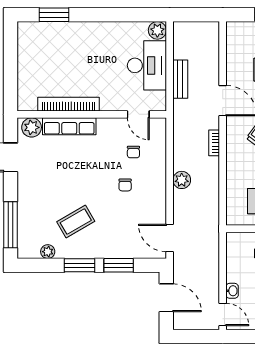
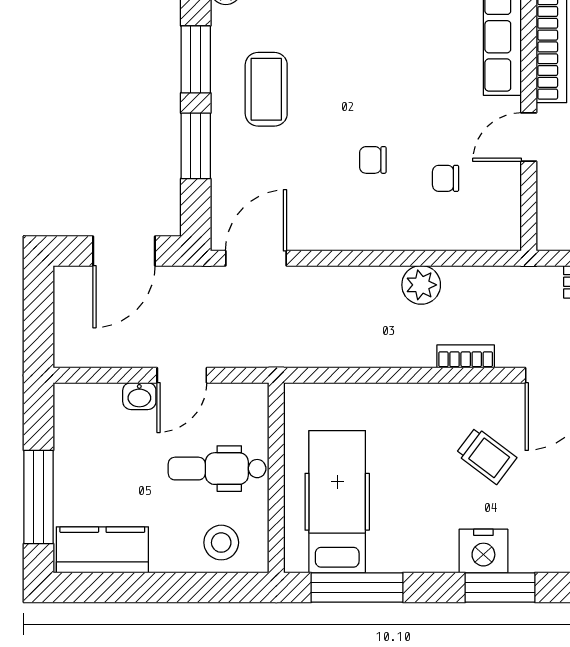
door: (138, 114) -> (529, 137), moved
plant: (182, 180) -> (421, 285), moved
coffee table: (76, 221) -> (266, 89), moved, turned 30
door: (223, 315) -> (182, 375), moved

